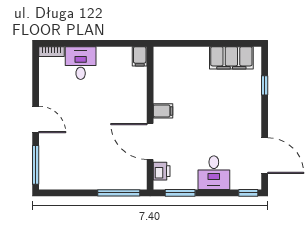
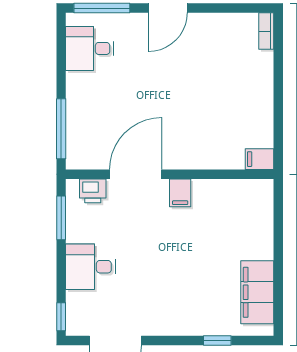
desk: (81, 63) -> (90, 48), moved, turned 180

